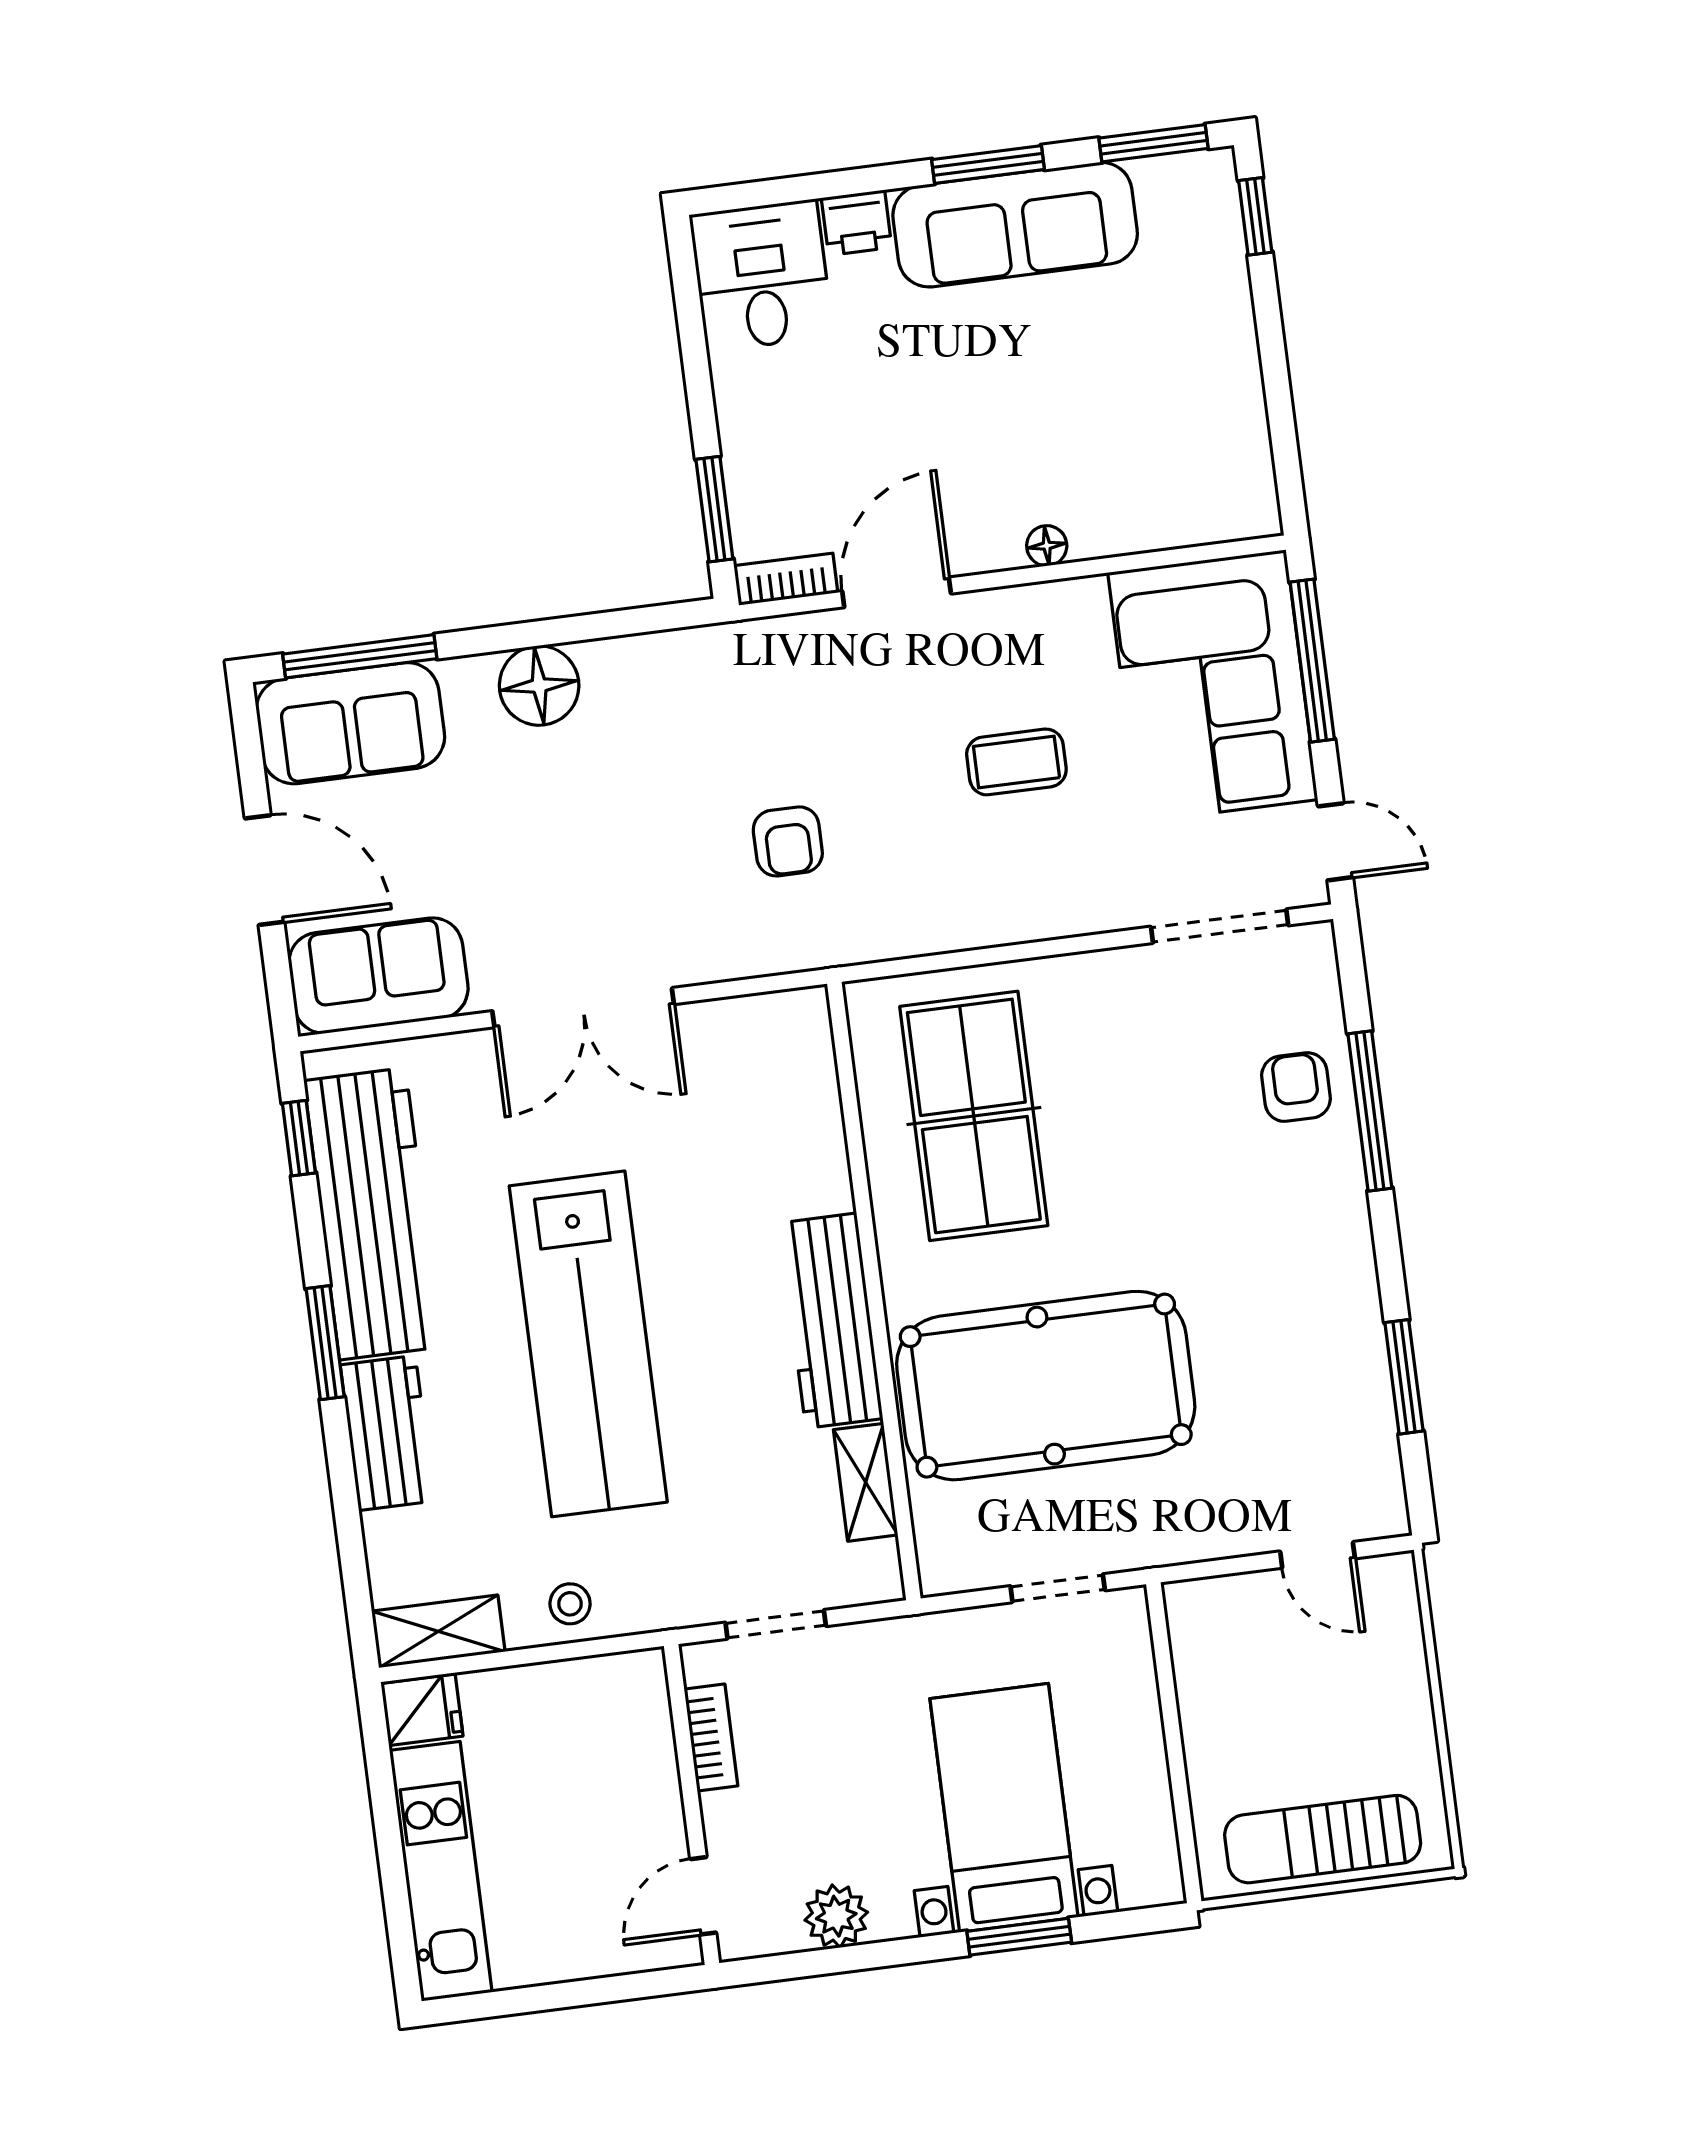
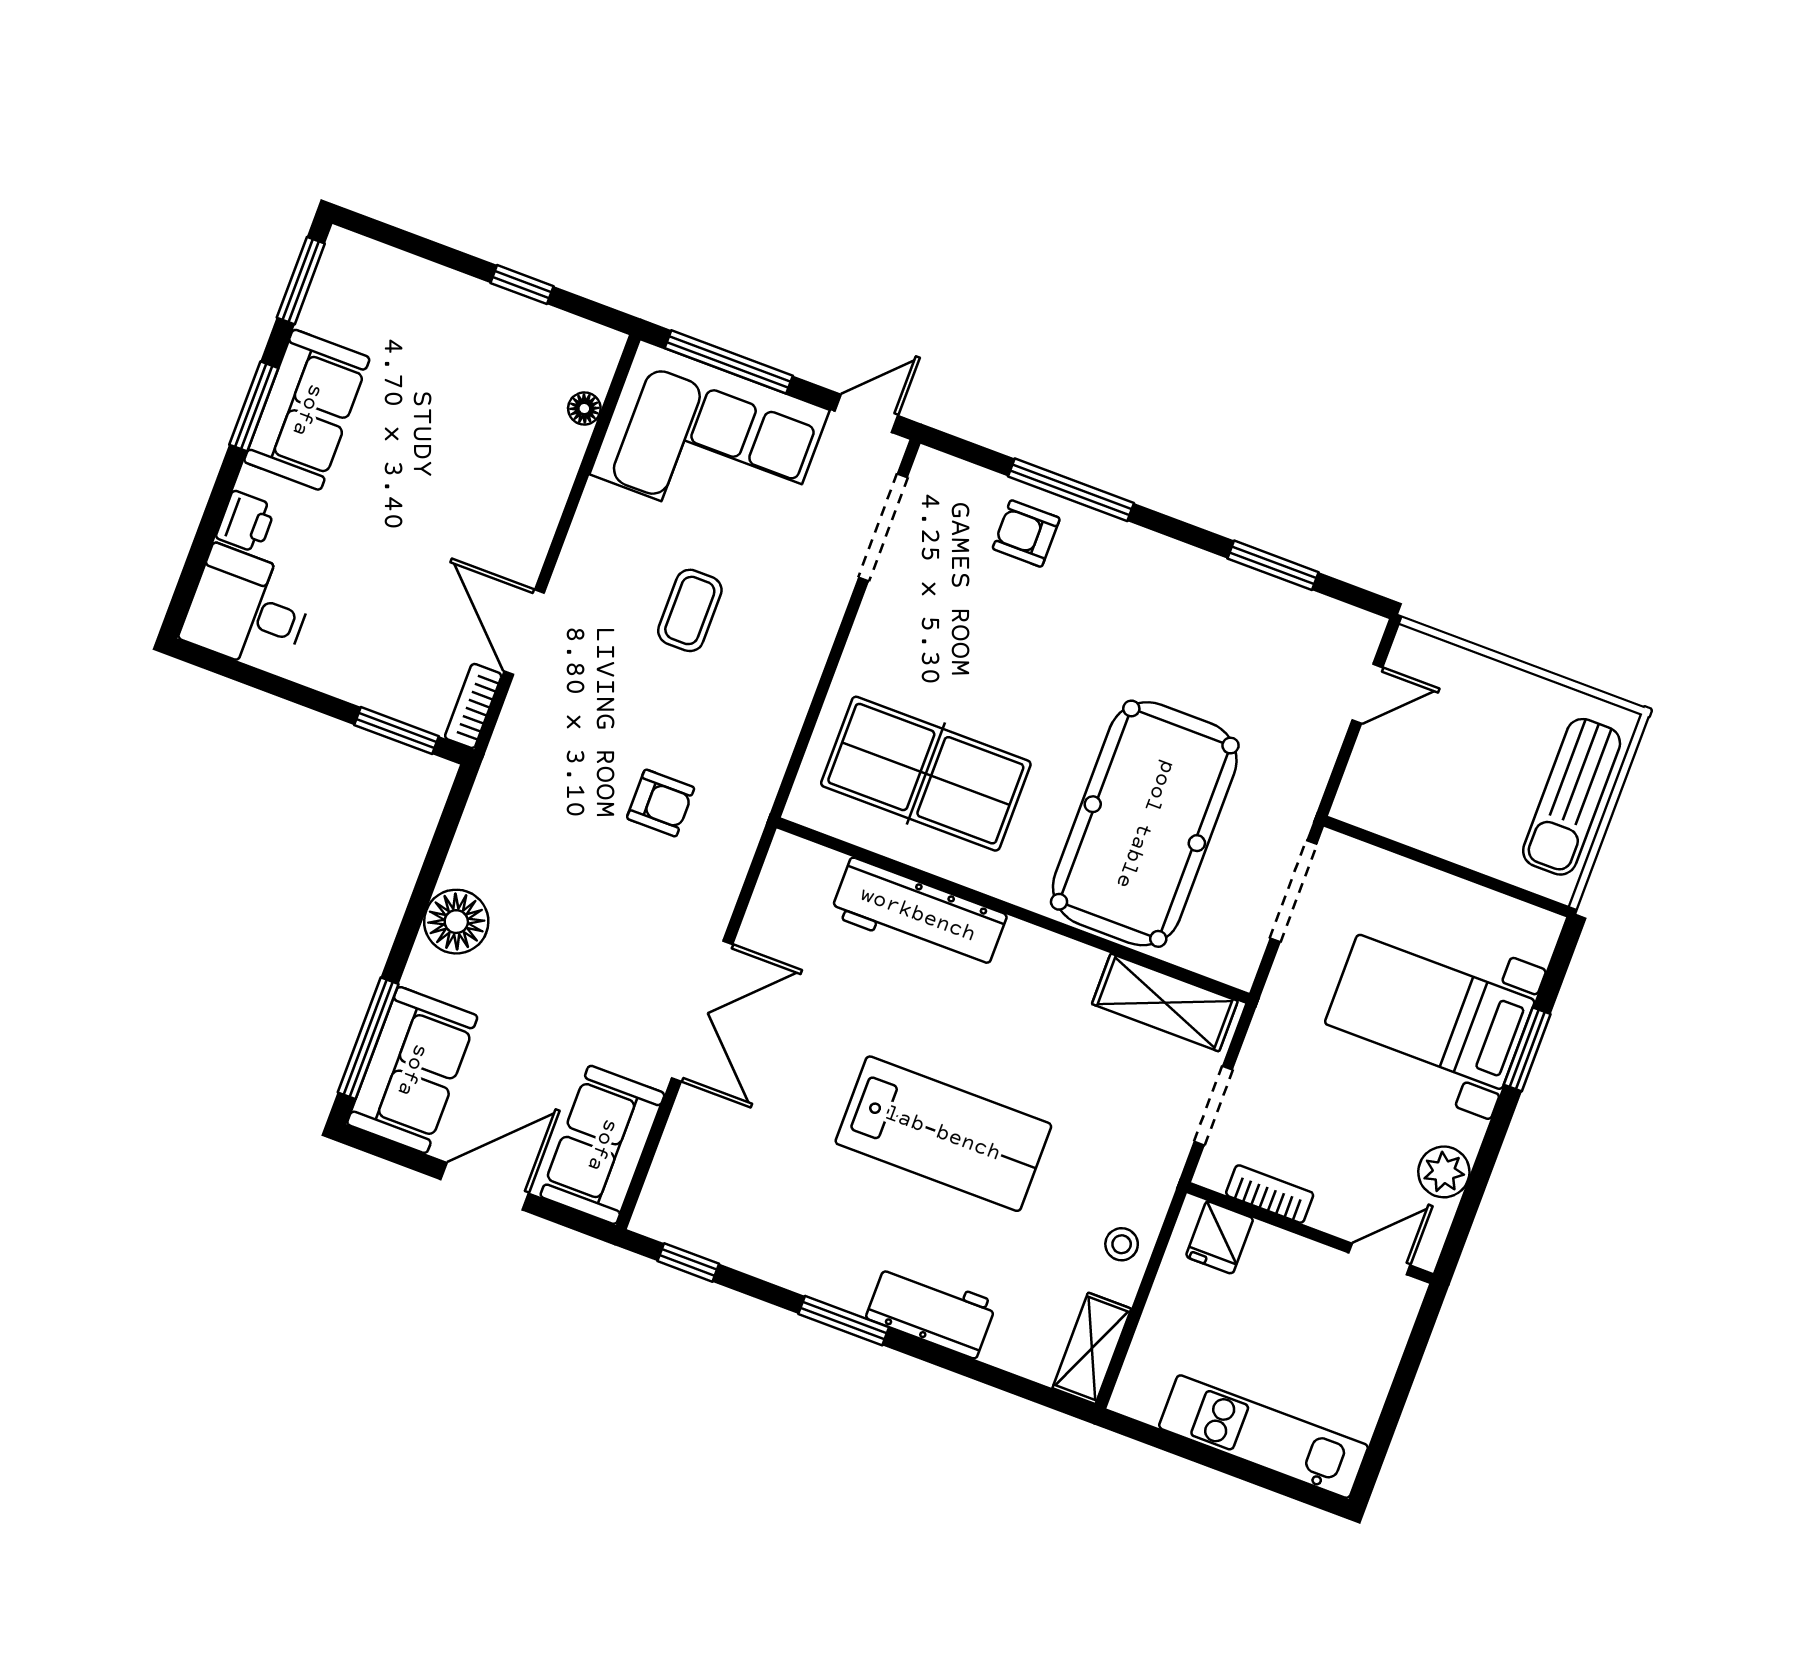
window: (1255, 216) -> (522, 285), moved
sofa: (1015, 225) -> (307, 410), width x0.73
floor lamp: (1047, 546) -> (584, 408), moved
workbench: (372, 1214) -> (770, 1239), removed
workbench: (831, 1321) -> (918, 915), moved
lab bench: (588, 1344) -> (943, 1134), width x0.73
shelving: (866, 1482) -> (1165, 1002), width x1.50, depth x1.33
doorway: (1058, 1588) -> (1293, 891), width x1.38
fridge: (422, 1710) -> (1220, 1237), moved, turned 180
door: (703, 1896) -> (1379, 1259), swing flipped

